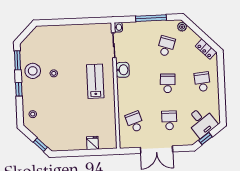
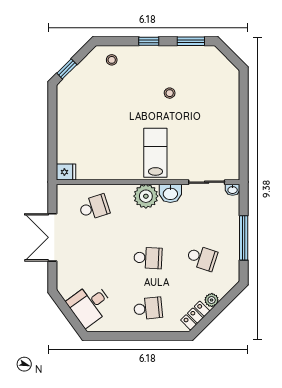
plant: (182, 27) -> (212, 300), moved
stool: (33, 71) -> (175, 63), removed
lab bench: (95, 81) -> (155, 153), turned -90
plant: (125, 87) -> (146, 196), added
school desk: (169, 120) -> (94, 258), removed
window: (205, 139) -> (65, 309), removed
fridge: (93, 143) -> (66, 172), moved

